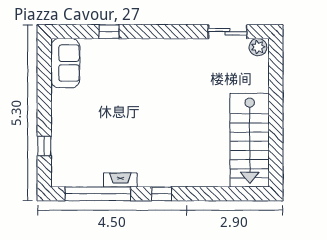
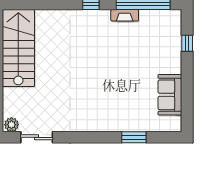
window: (109, 32) -> (134, 137), width x1.50
sofa: (65, 63) -> (170, 95), moved

